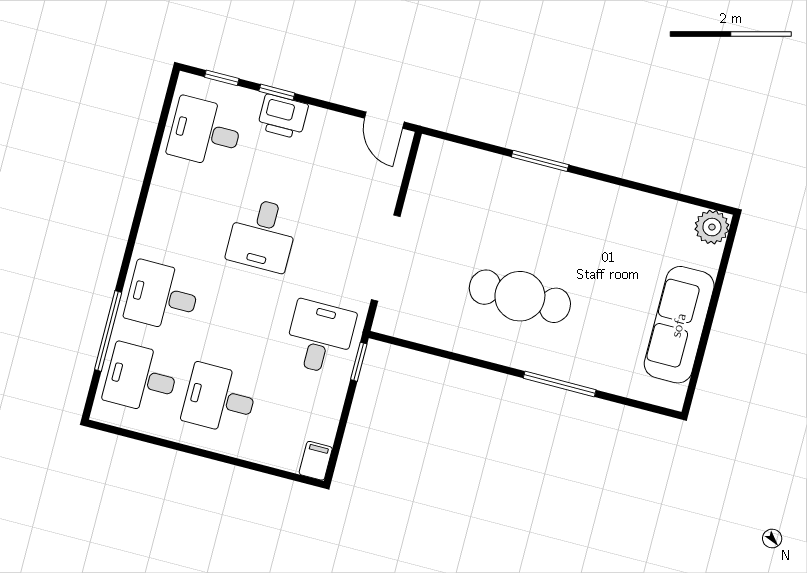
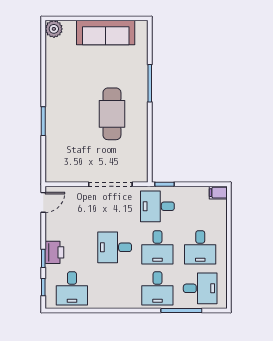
desk: (262, 235) -> (115, 247), turned 180
desk: (241, 317) -> (157, 247), added
desk: (141, 378) -> (200, 288), turned -90

